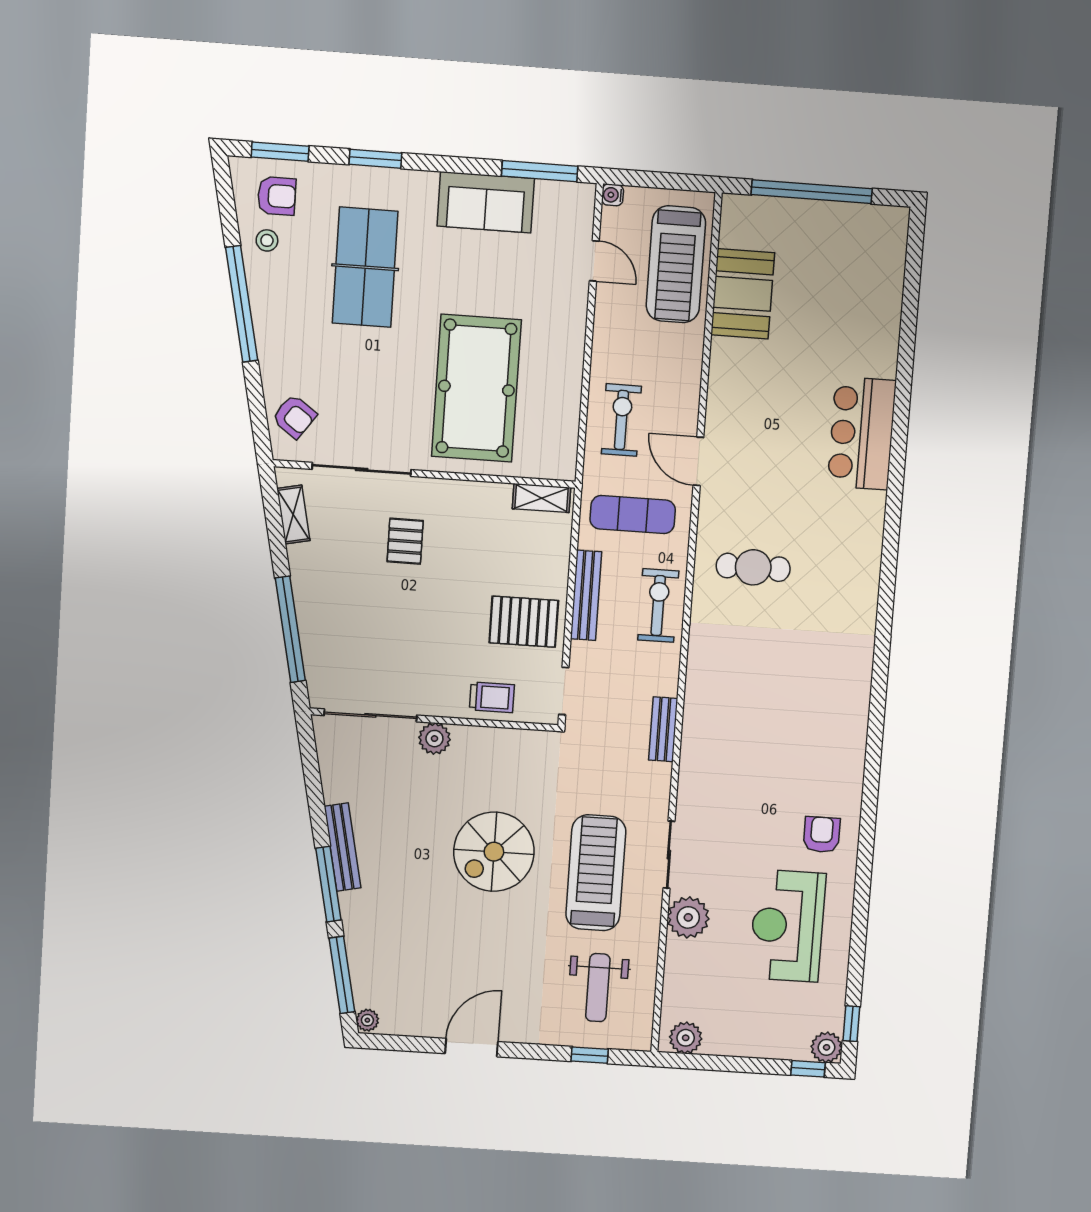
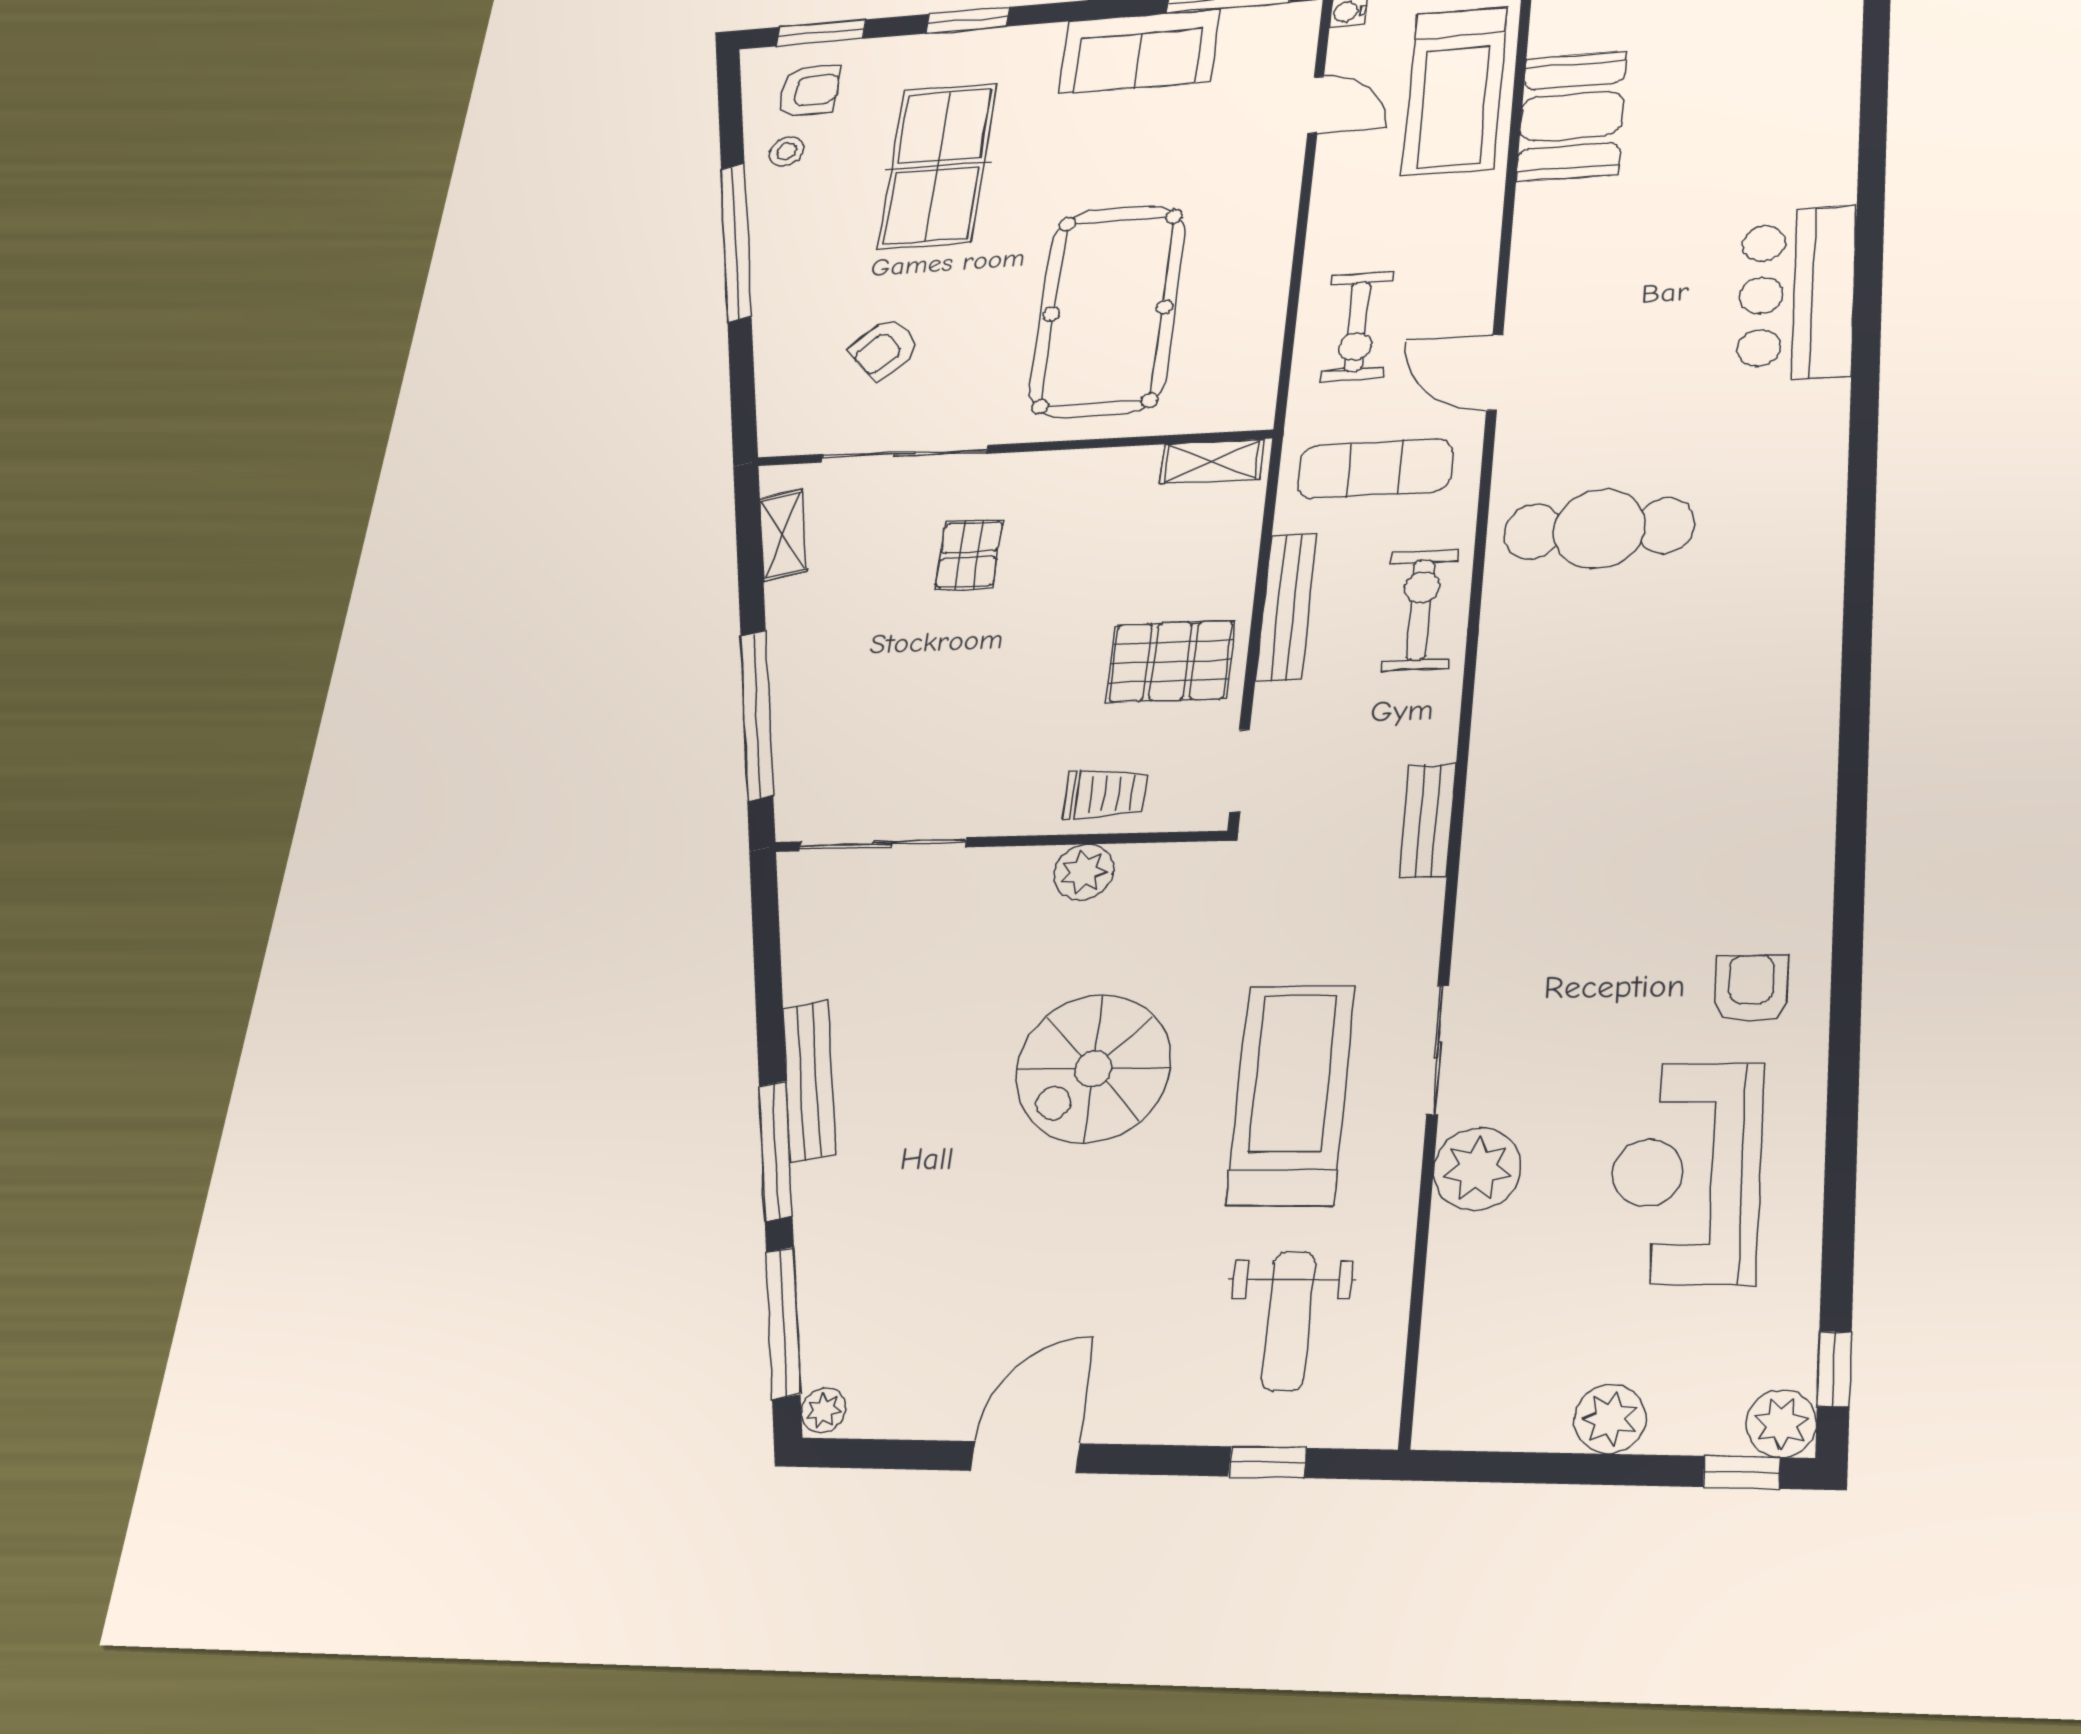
armchair: (294, 417) -> (884, 349), moved, turned 102
exercise bike: (621, 420) -> (1357, 326), turned 180
cafe table: (753, 567) -> (1599, 529), width x1.37, depth x1.35
plant: (434, 739) -> (1084, 872), moved
plant: (686, 1038) -> (1610, 1419), moved

